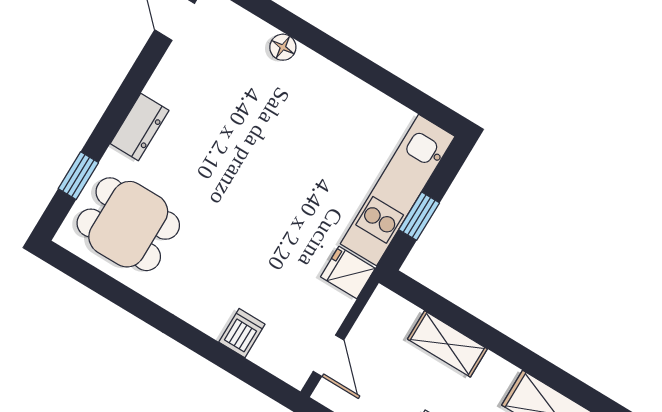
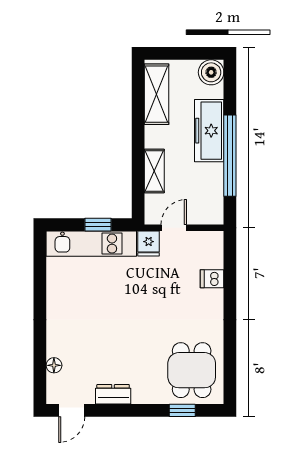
floor lamp: (283, 47) -> (54, 365), moved
dresser: (140, 127) -> (113, 394), moved
door: (329, 356) -> (174, 228), moved

